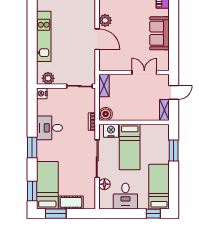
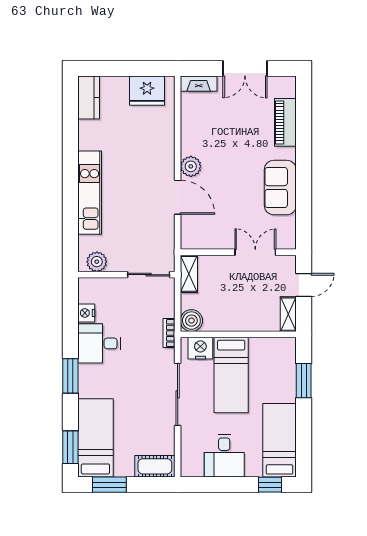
nightstand: (42, 93) -> (86, 313), moved
floor lamp: (104, 184) -> (190, 436), removed
cot: (71, 202) -> (155, 466), moved

